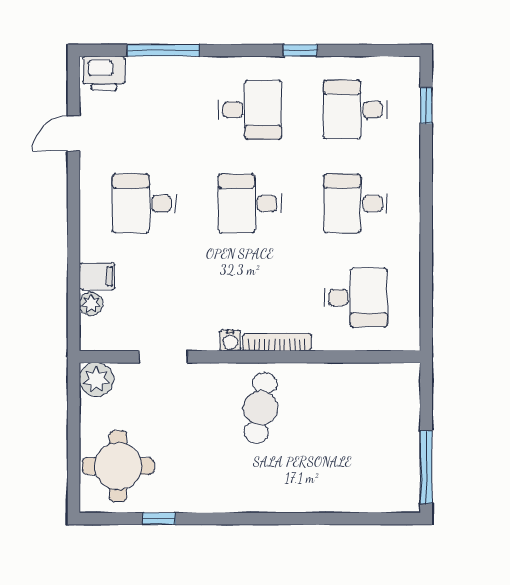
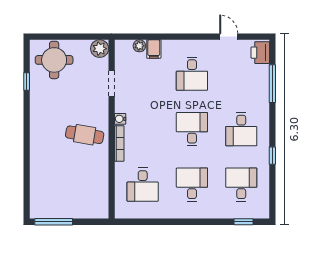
desk: (144, 204) -> (192, 74), turned 180

